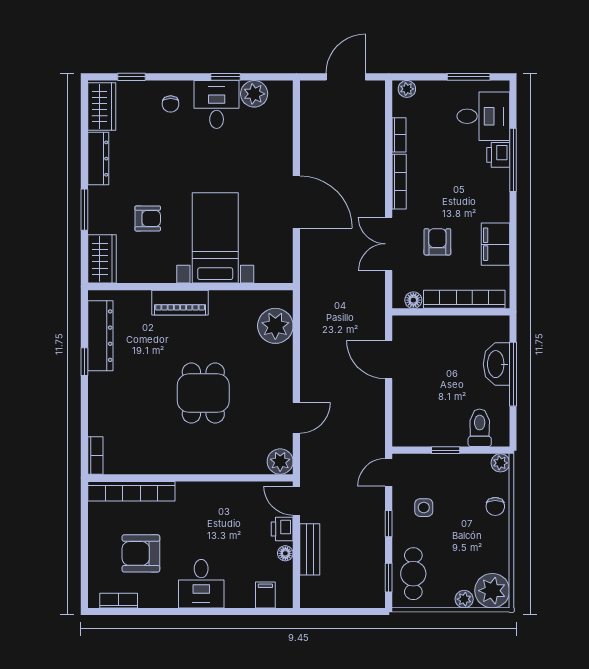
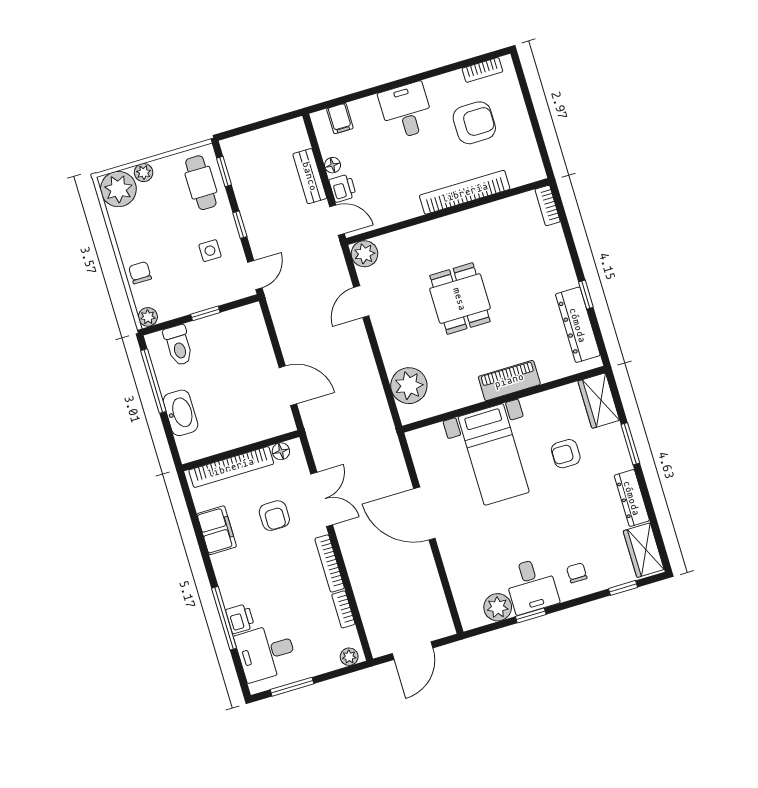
window: (513, 374) -> (153, 381), moved
bookcase: (131, 491) -> (465, 192), moved

